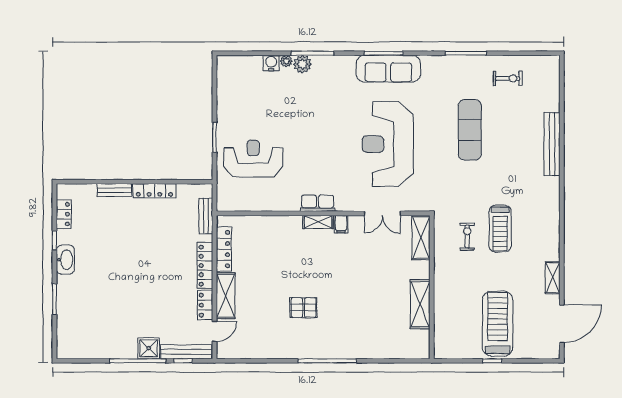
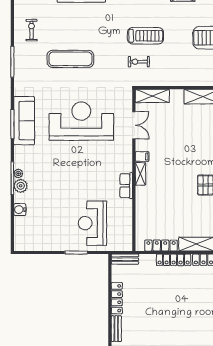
plant: (286, 61) -> (18, 174), moved
reception desk: (388, 144) -> (81, 121), turned 180
row of seats: (318, 203) -> (126, 186), moved
bench: (206, 216) -> (125, 259), moved
exercise bike: (467, 236) -> (139, 62), moved

